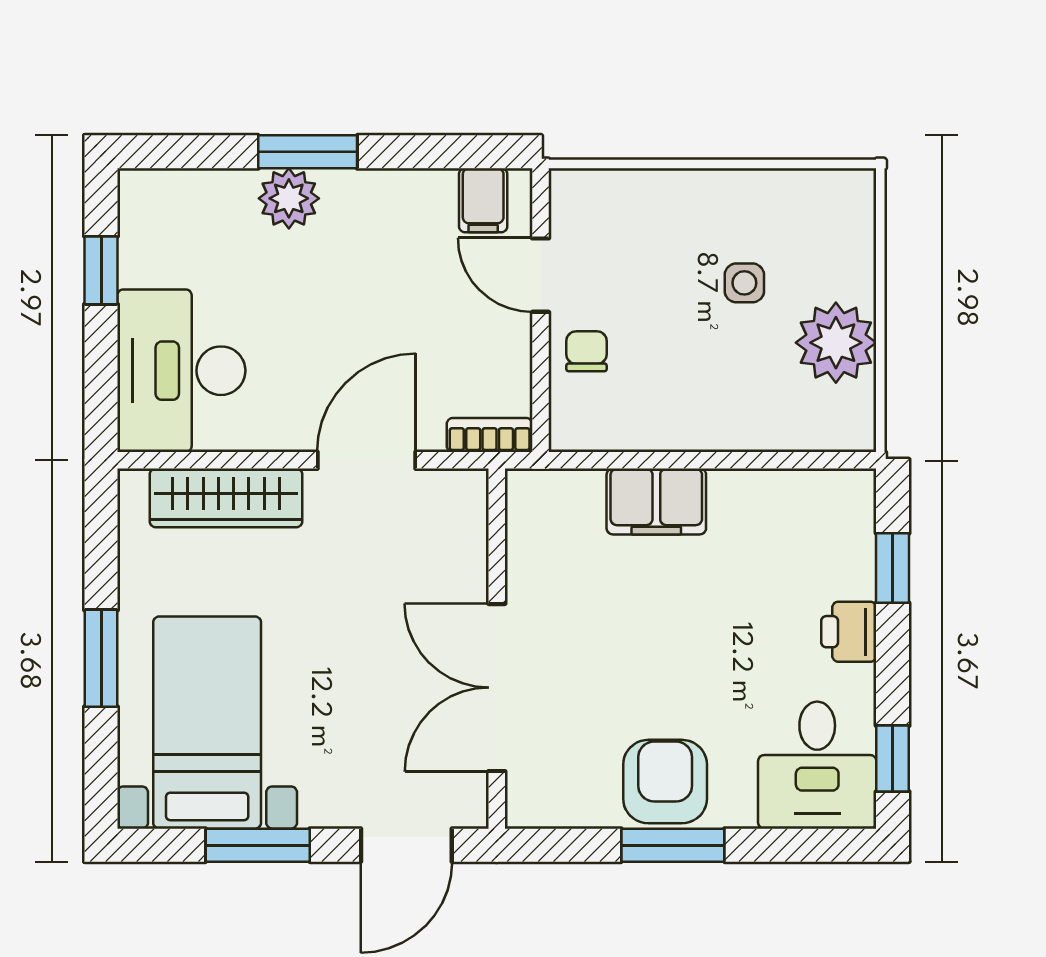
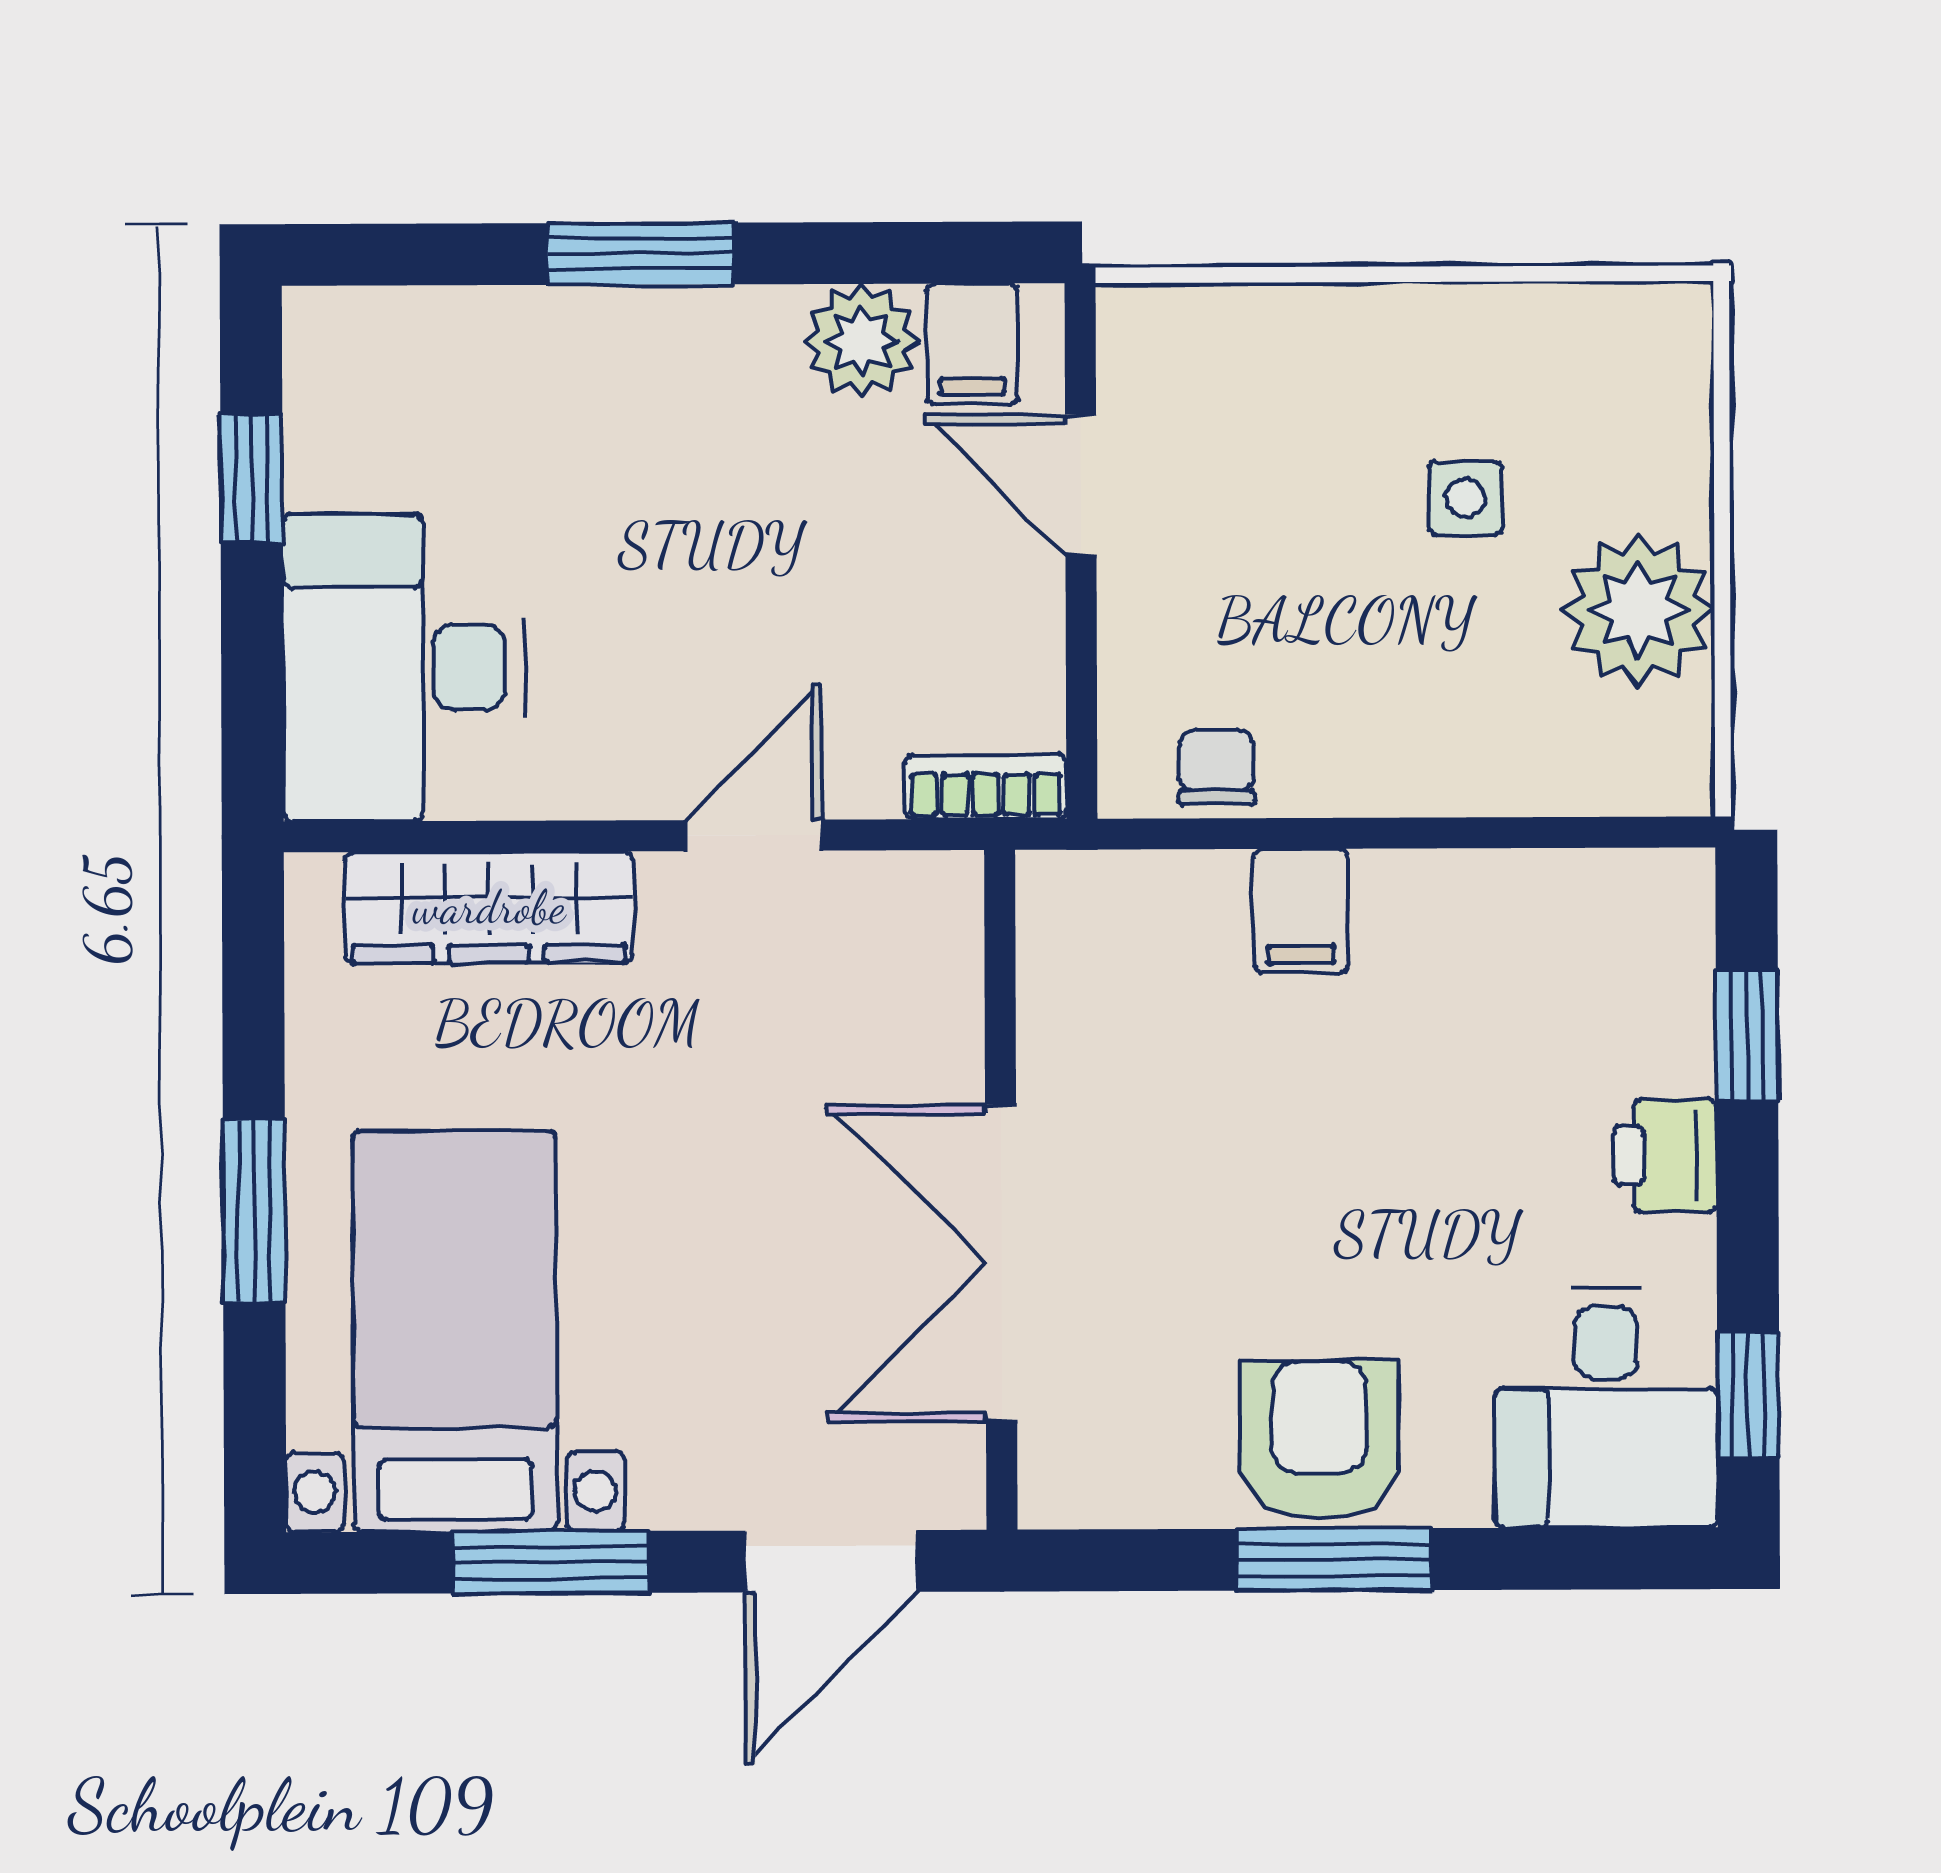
plant: (289, 198) -> (861, 341), moved
chair: (587, 351) -> (1217, 767), moved
door: (367, 460) -> (754, 835), width x0.73
filing cabinet: (656, 501) -> (1301, 911), width x0.50

